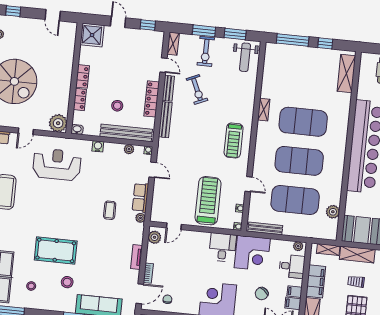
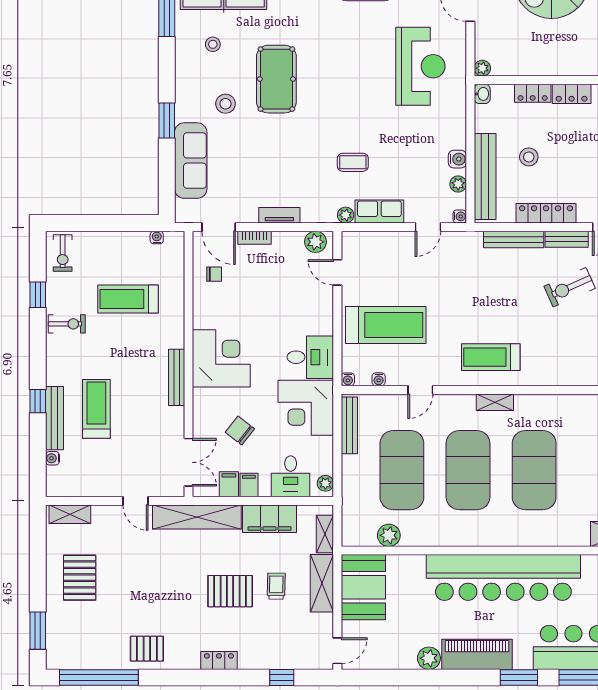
shelving: (264, 110) -> (495, 402), moved
plant: (58, 123) -> (482, 68), width x0.53, depth x0.53
water cooler: (98, 146) -> (457, 159), moved

